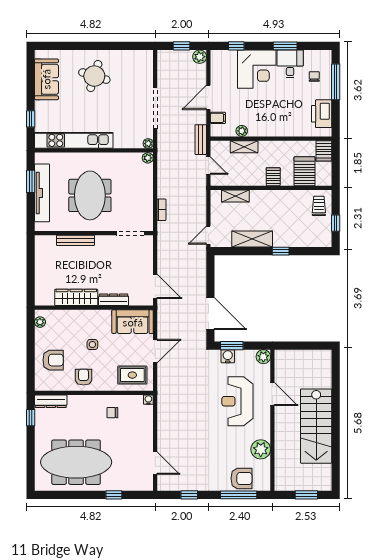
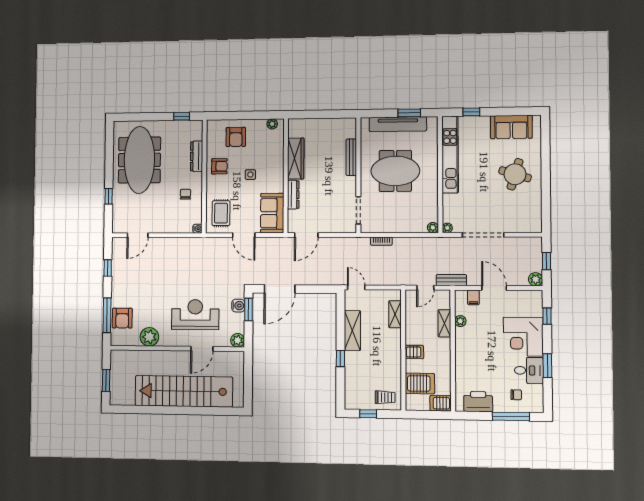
dresser: (51, 401) -> (197, 156), moved
stairs: (316, 426) -> (184, 391), width x1.36

